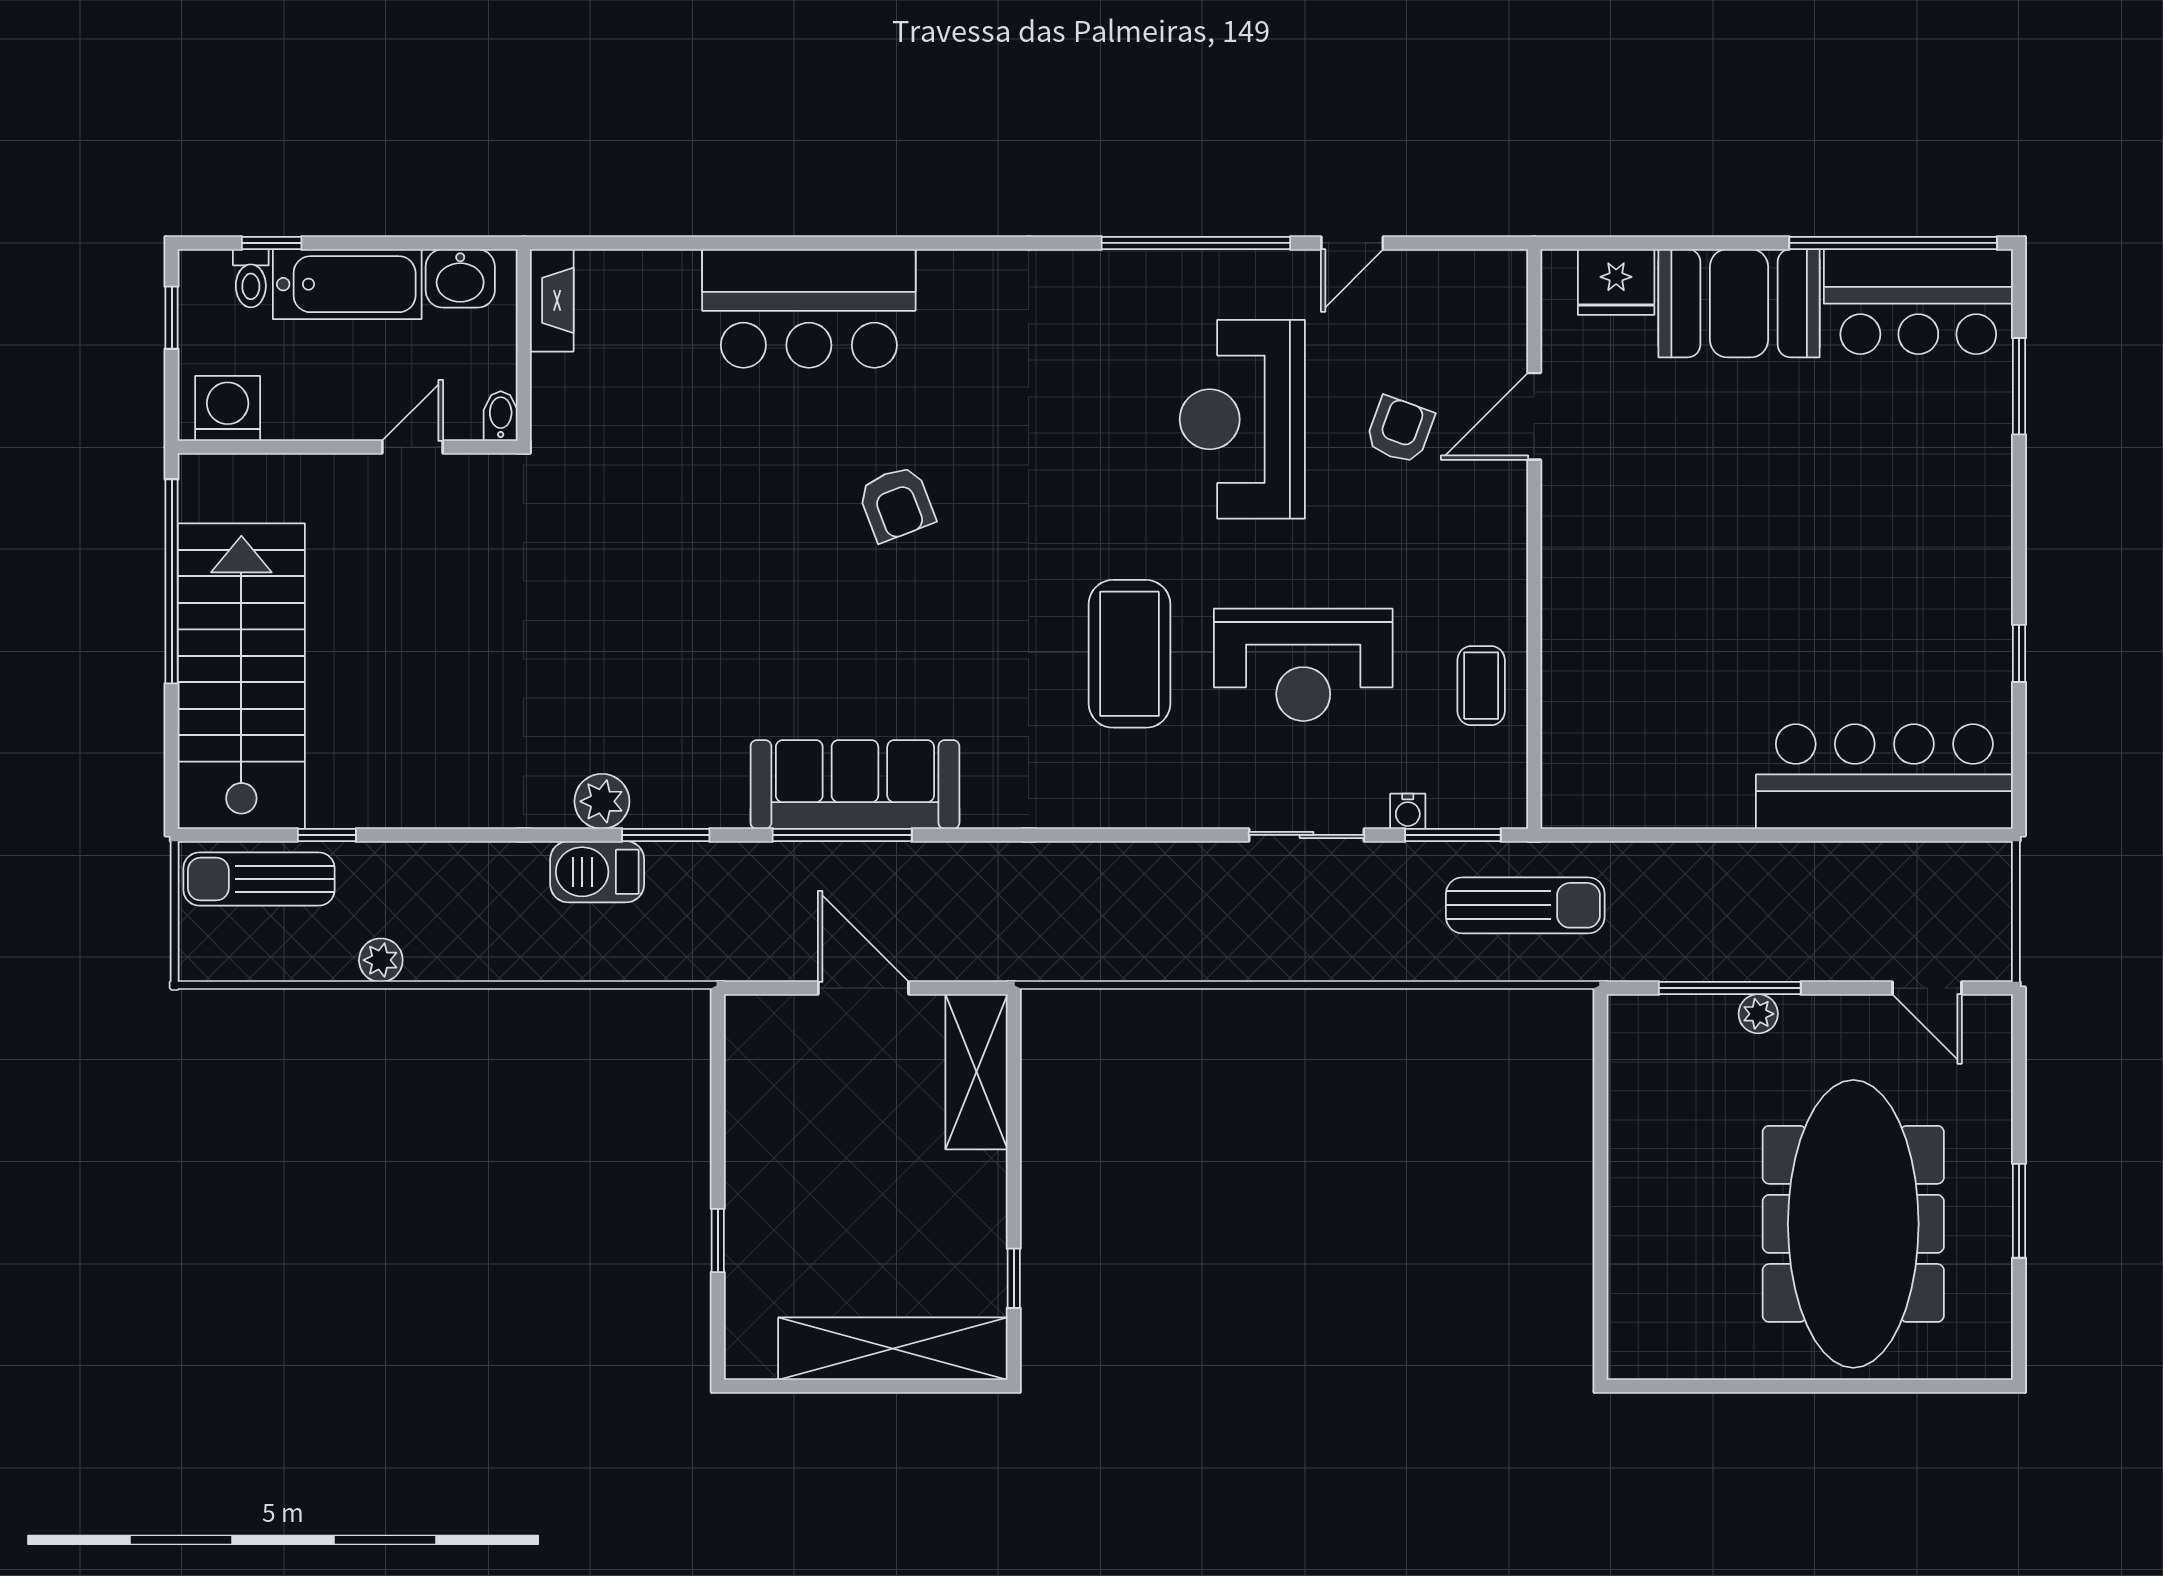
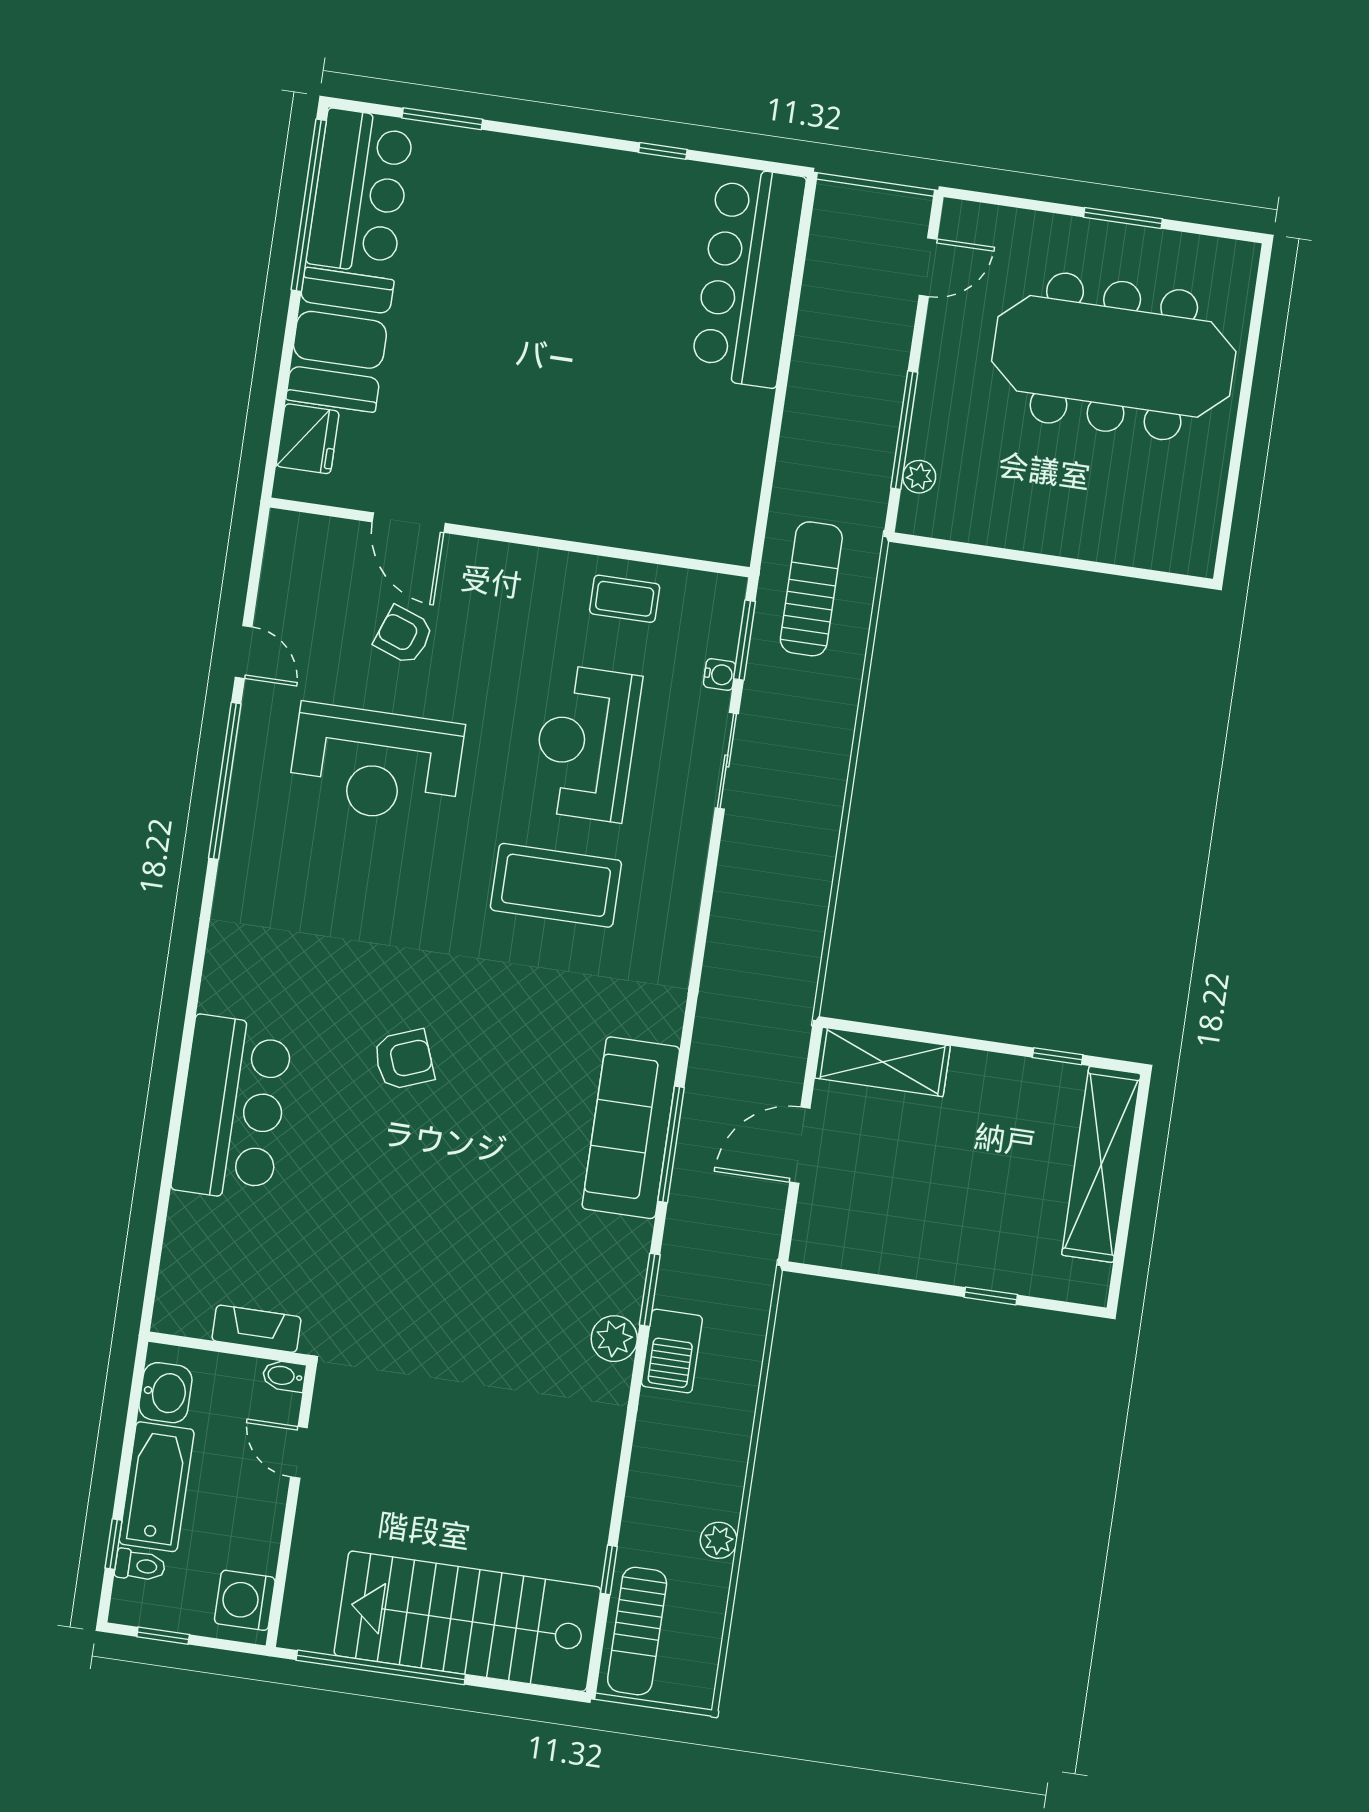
fireplace: (552, 300) -> (256, 1329), moved
reception desk: (1303, 665) -> (586, 743), turned 180
plant: (1758, 1014) -> (919, 477), moved

